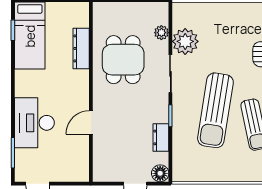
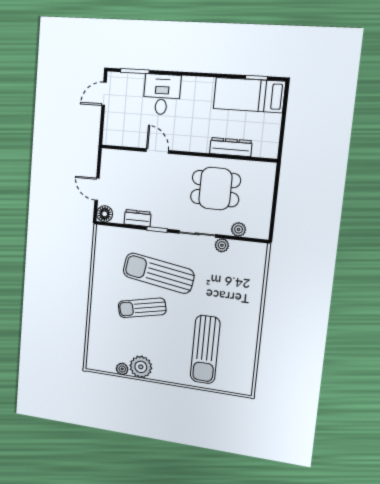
plant: (185, 41) -> (222, 245), width x0.53, depth x0.53
desk: (34, 123) -> (162, 94), width x0.73

